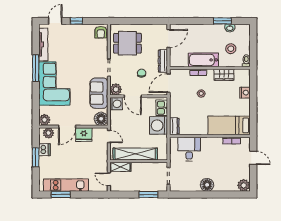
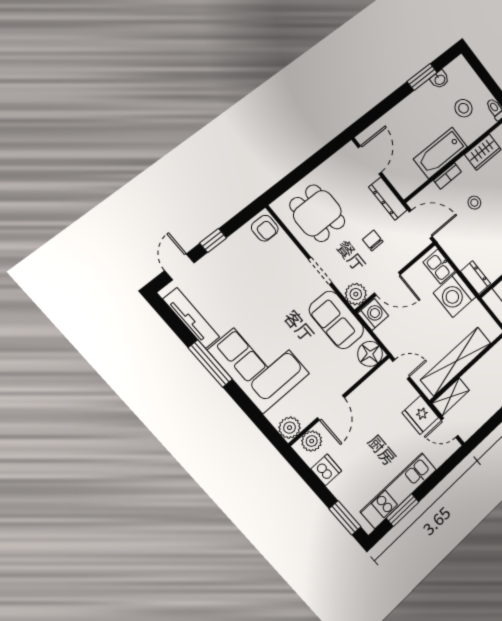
dining table: (127, 43) -> (317, 213), turned 90
door: (168, 83) -> (421, 224), swing flipped
fridge: (84, 134) -> (420, 415), moved, turned 90
window: (36, 157) -> (345, 518), moved

